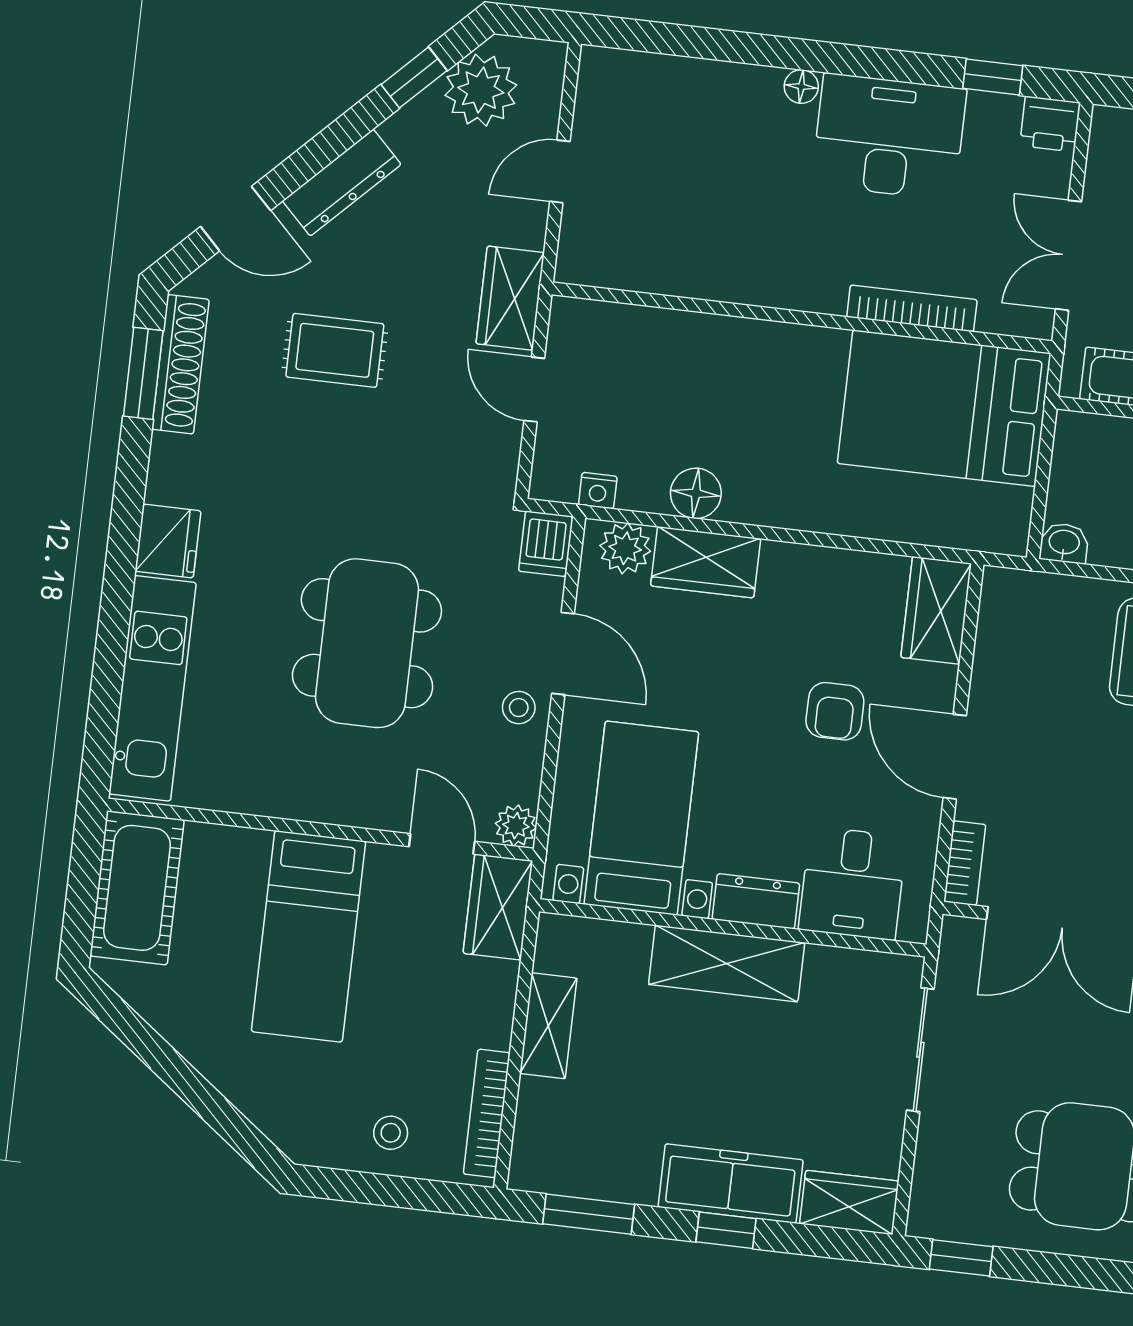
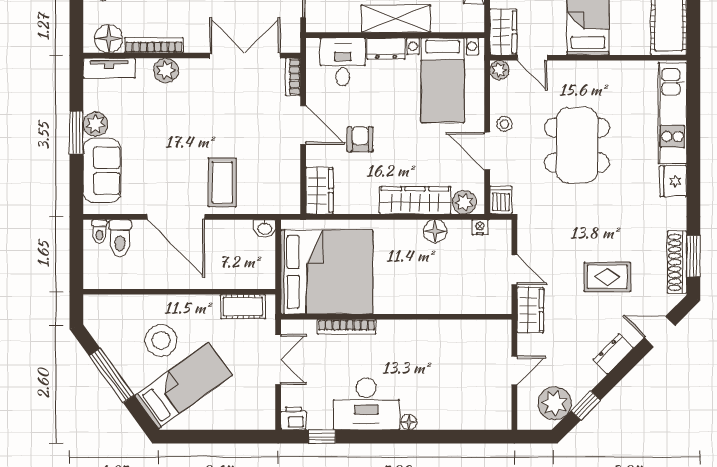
dresser: (342, 183) -> (613, 354), width x0.70
bed: (944, 408) -> (327, 272), width x1.36
wardrobe: (706, 562) -> (415, 200), width x1.50

